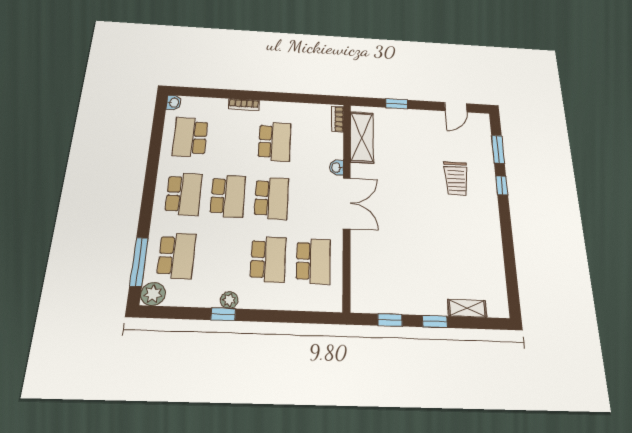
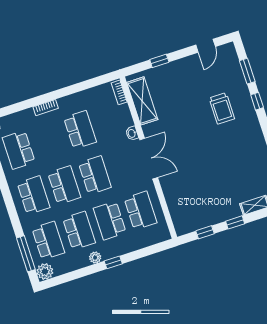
school desk: (223, 257) -> (79, 231), added
school desk: (268, 259) -> (110, 221), turned 180
window: (223, 314) -> (113, 262), moved

